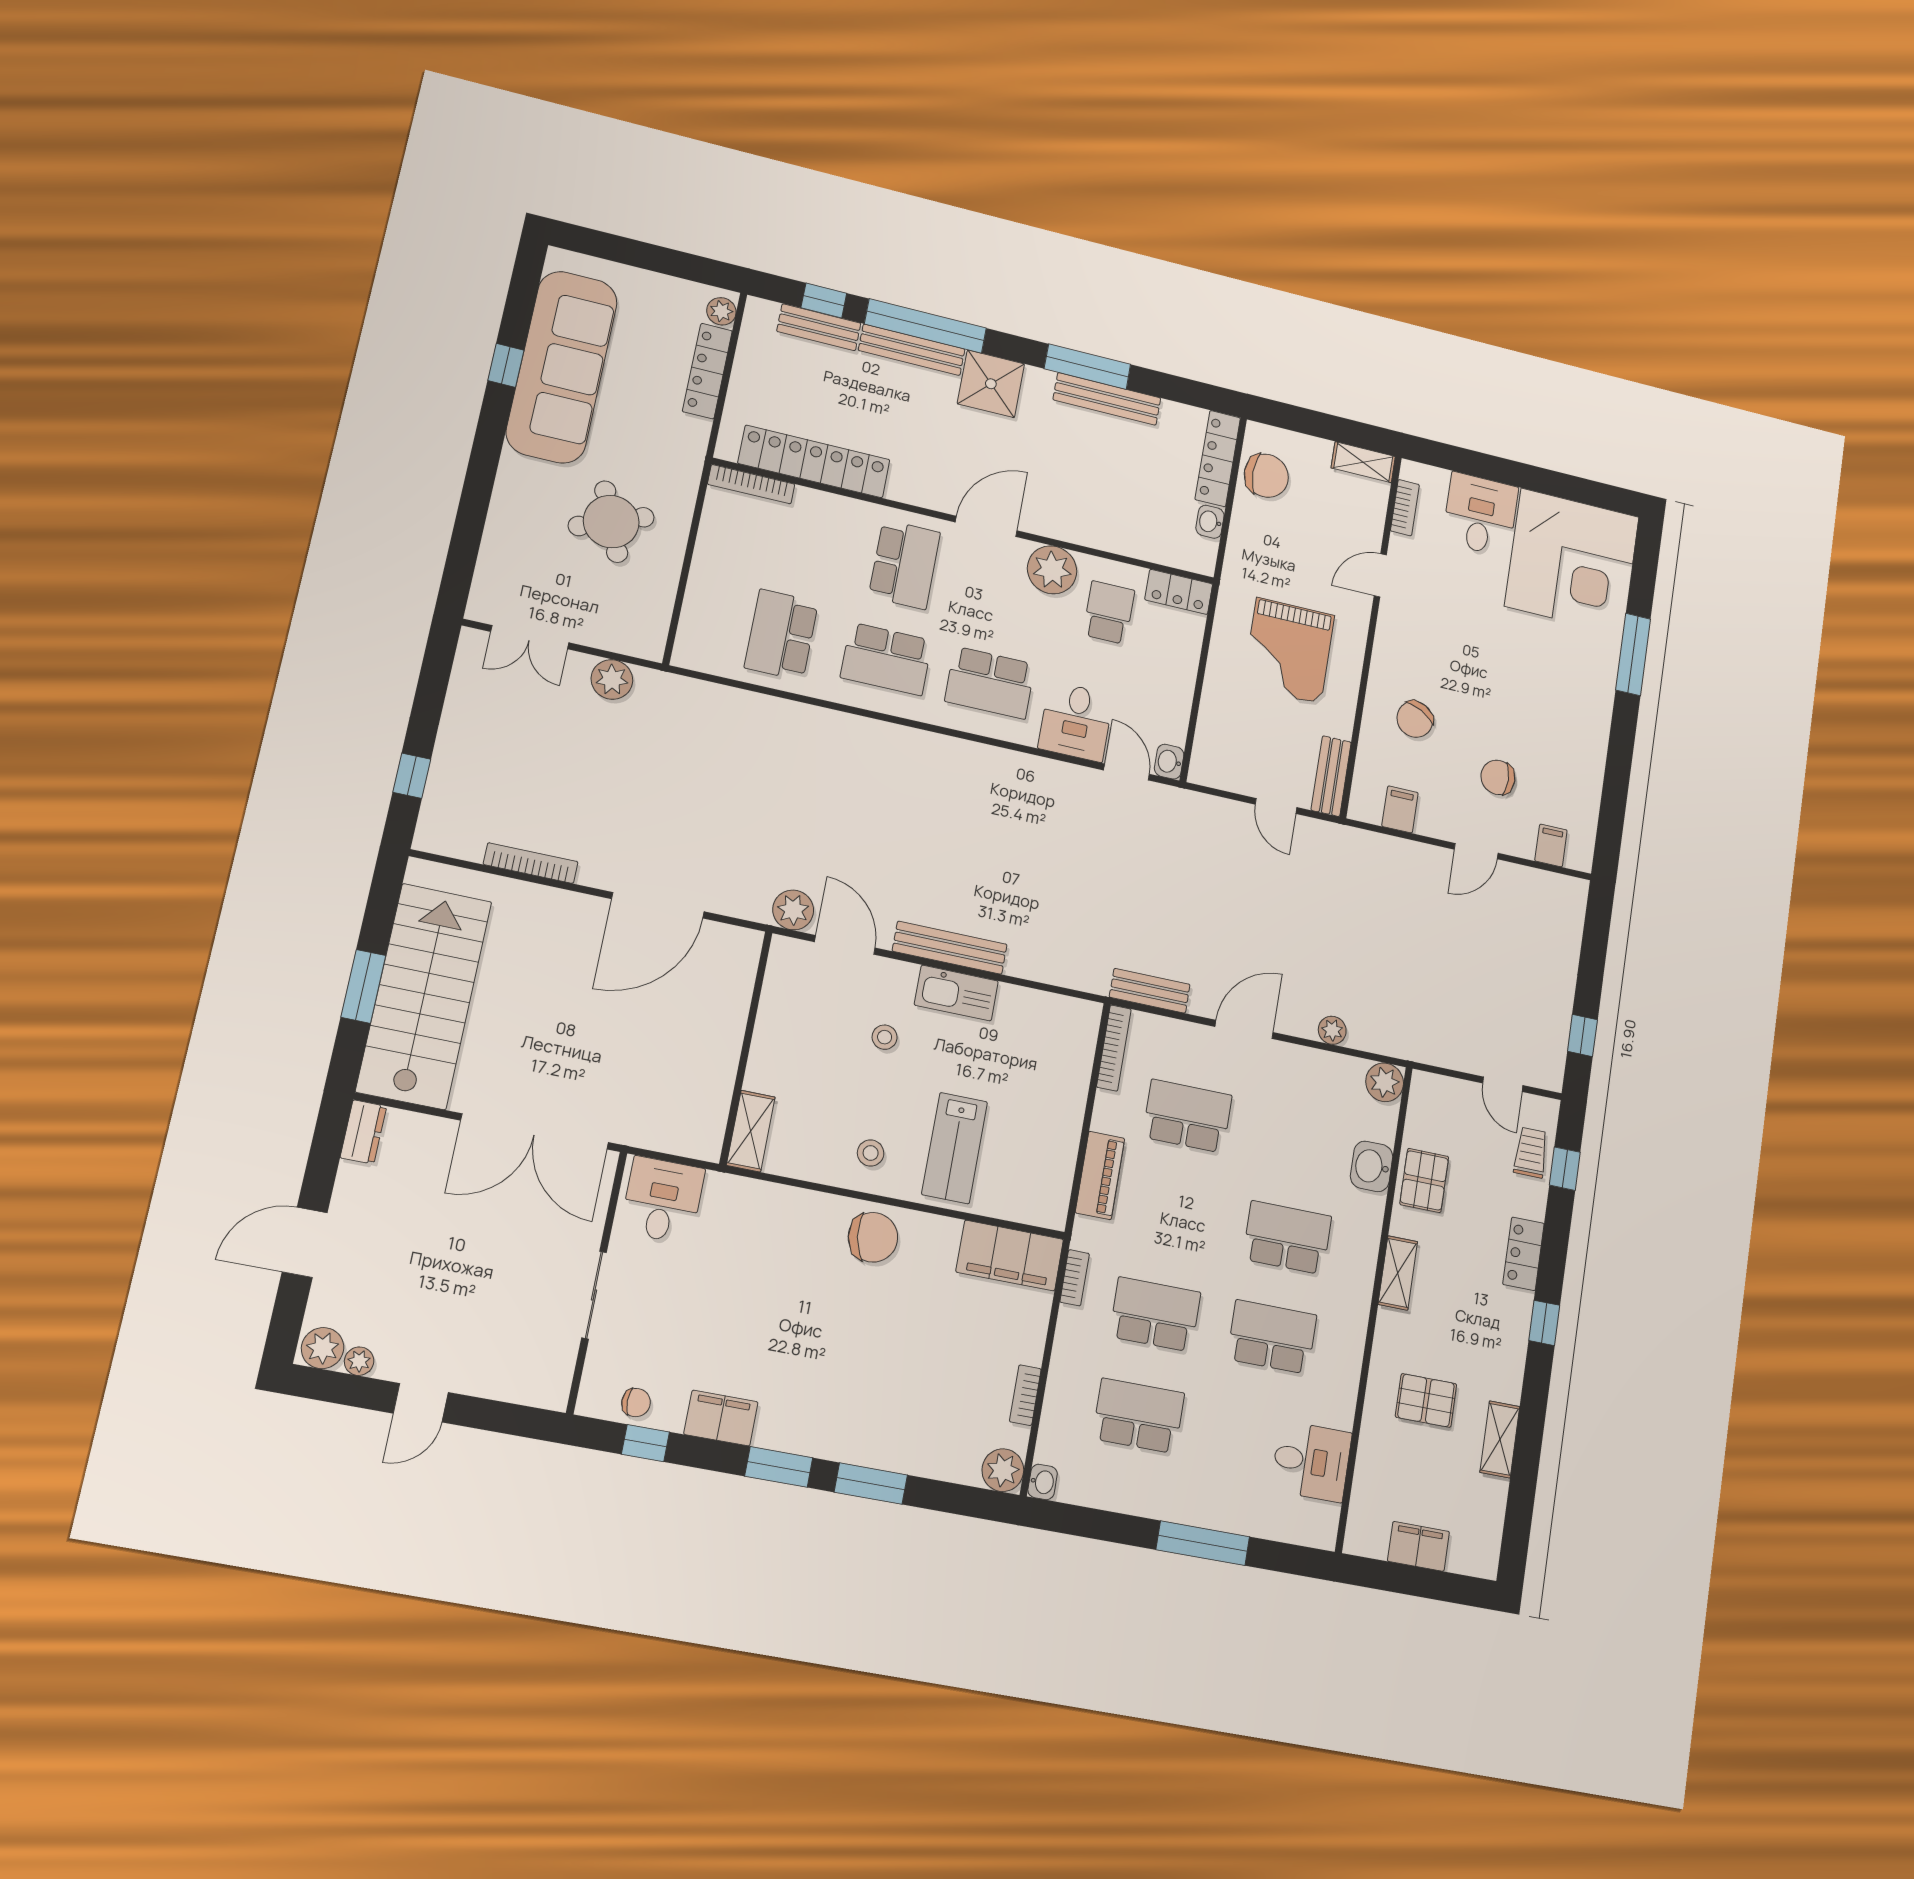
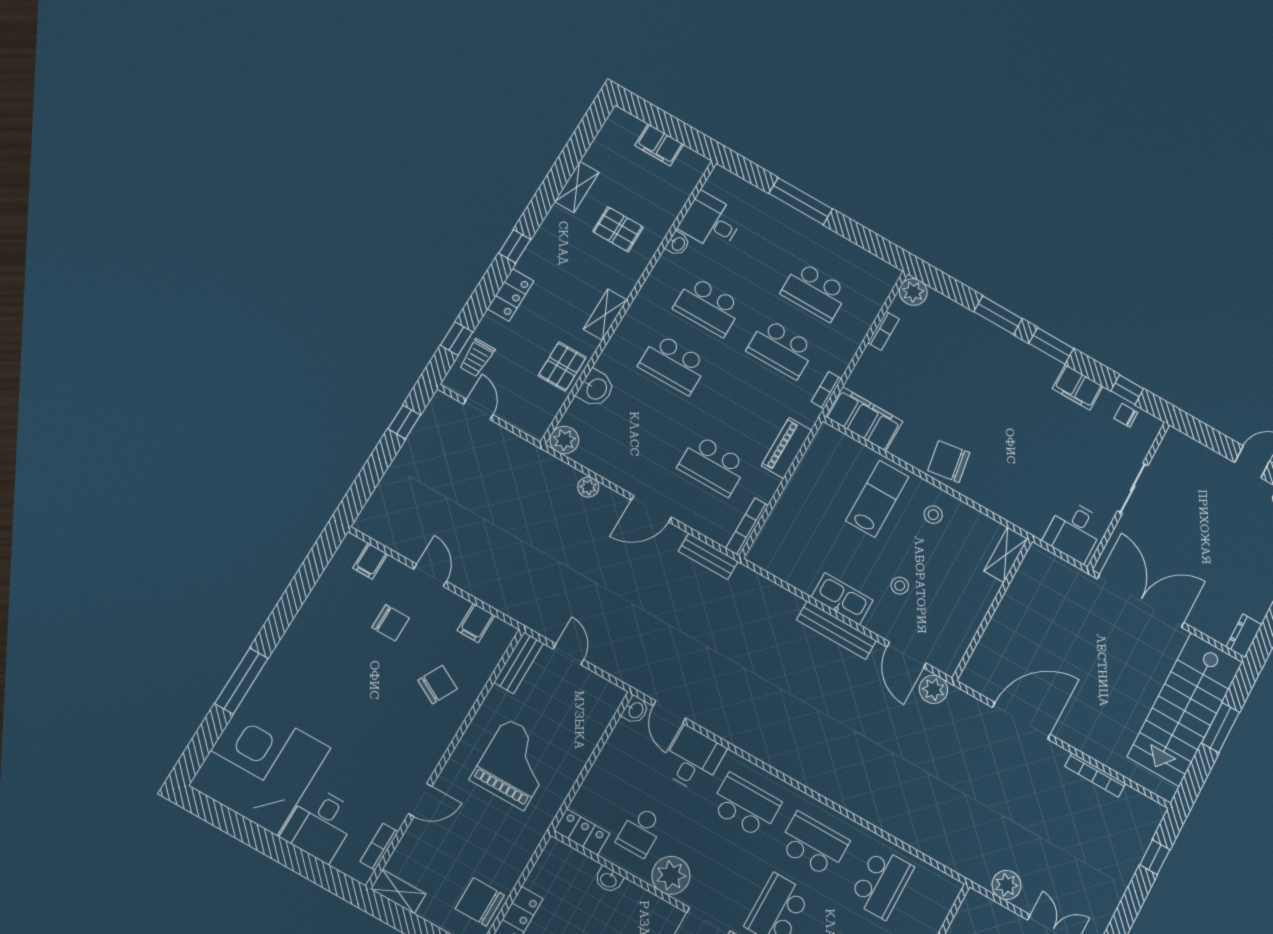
washbasin: (1210, 522) -> (609, 880), moved, turned 90
door: (1476, 851) -> (430, 575), hinge flipped
washbasin: (1043, 1482) -> (678, 244), moved, turned 180

